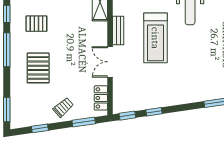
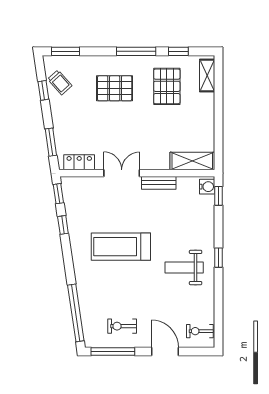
pallet: (36, 24) -> (167, 86), width x1.50, depth x1.42
treadmill: (155, 38) -> (121, 247), moved
trolley: (63, 107) -> (60, 82), moved

